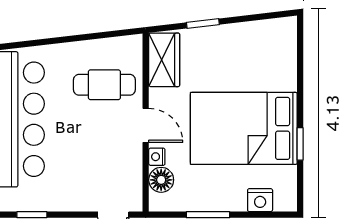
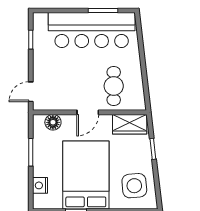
side table: (260, 52) -> (134, 186), added
nightstand: (157, 157) -> (68, 119), removed

